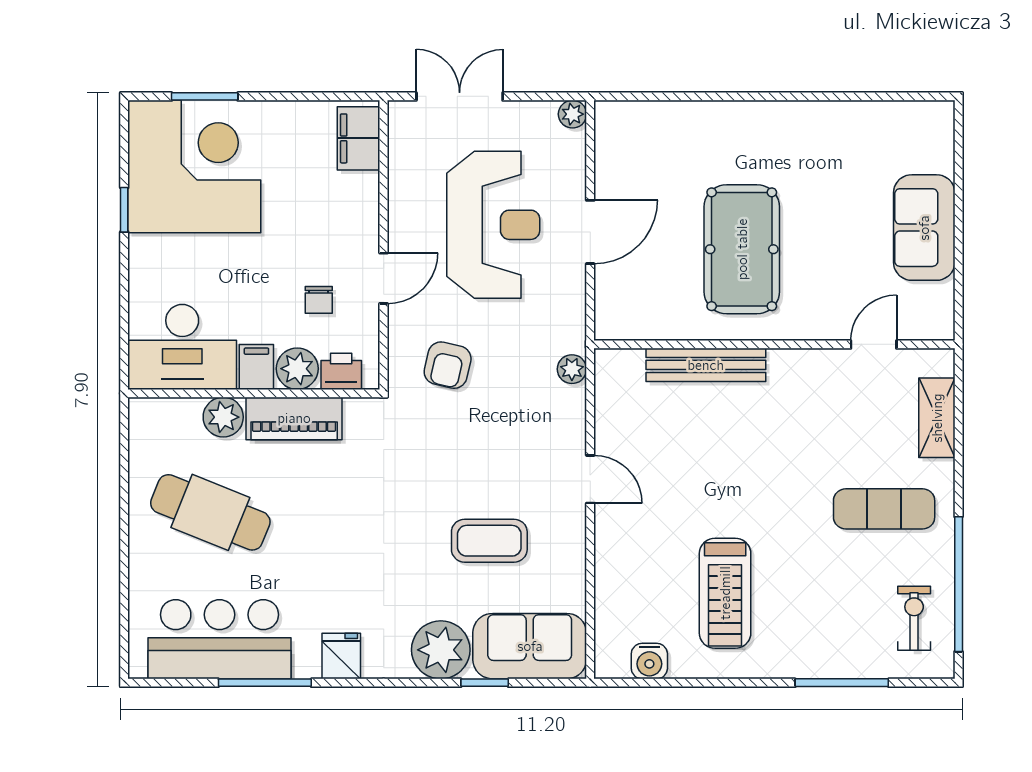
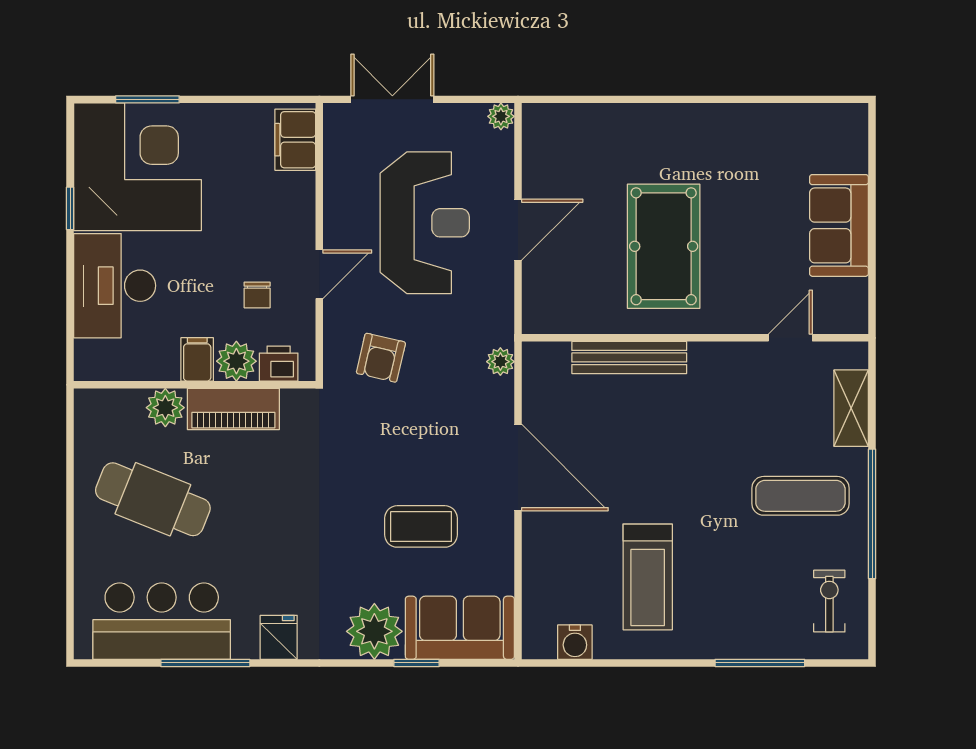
desk: (182, 347) -> (115, 286), moved, turned 90
door: (590, 479) -> (518, 467), width x1.88
window: (959, 584) -> (872, 514), moved

